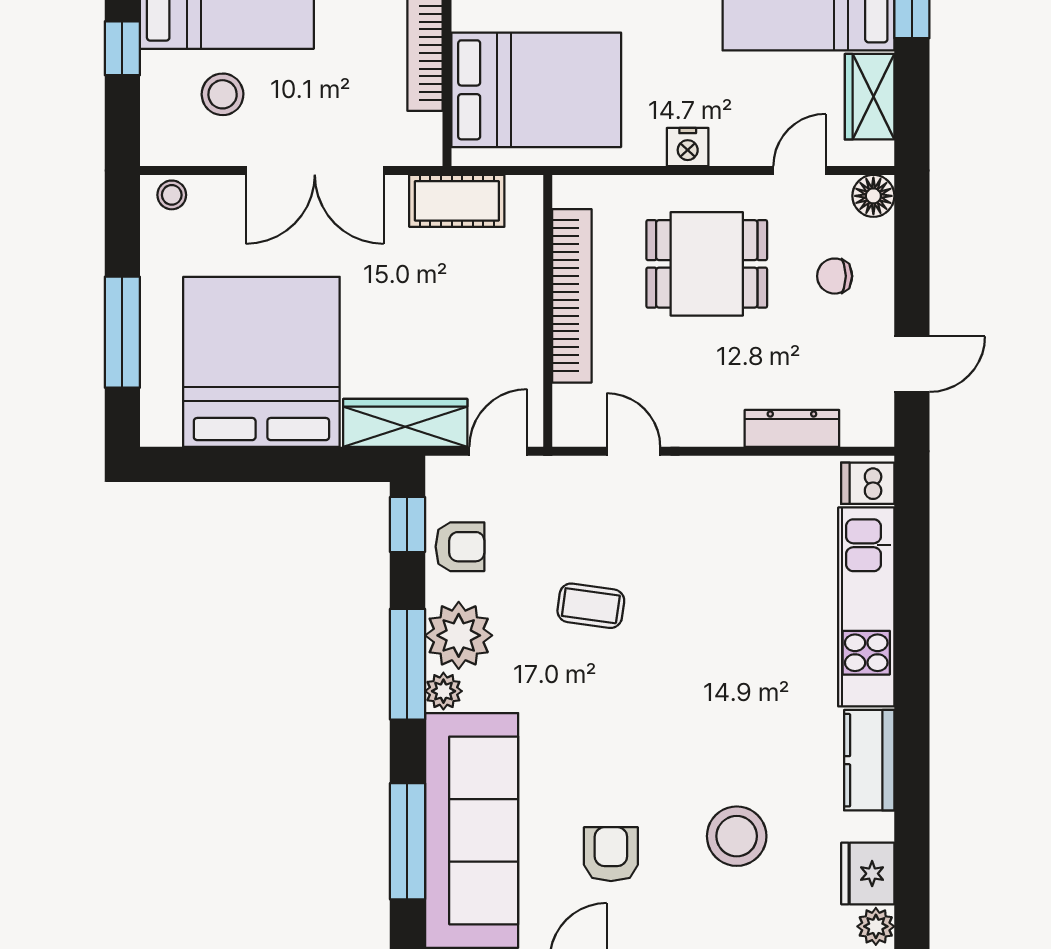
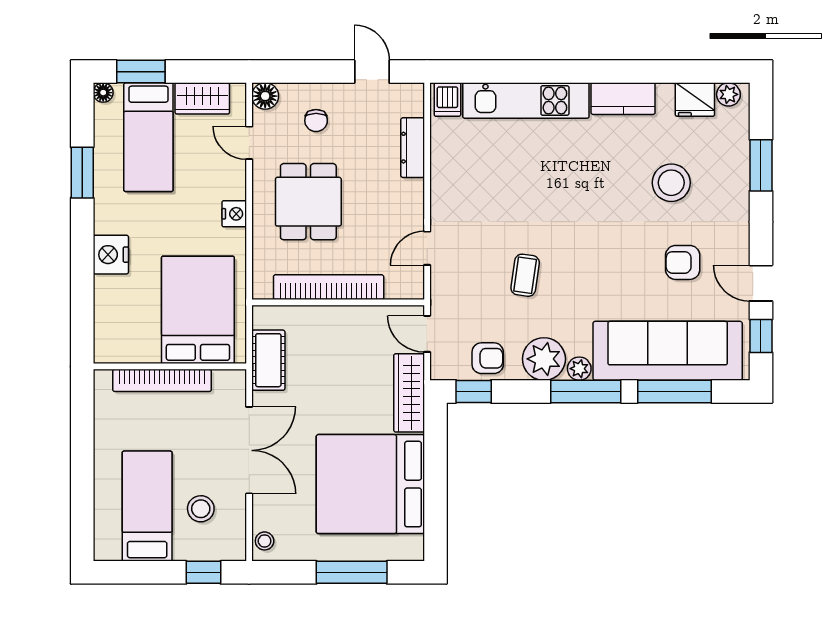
window: (122, 48) -> (203, 572), moved
armchair: (460, 547) -> (488, 358), turned 90
window: (407, 664) -> (586, 391), moved

